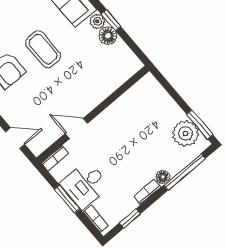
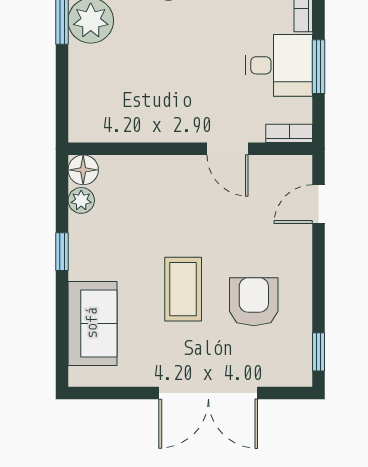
plant: (97, 21) -> (81, 200), moved
floor lamp: (108, 36) -> (83, 170), moved
door: (15, 138) -> (318, 204), hinge flipped

